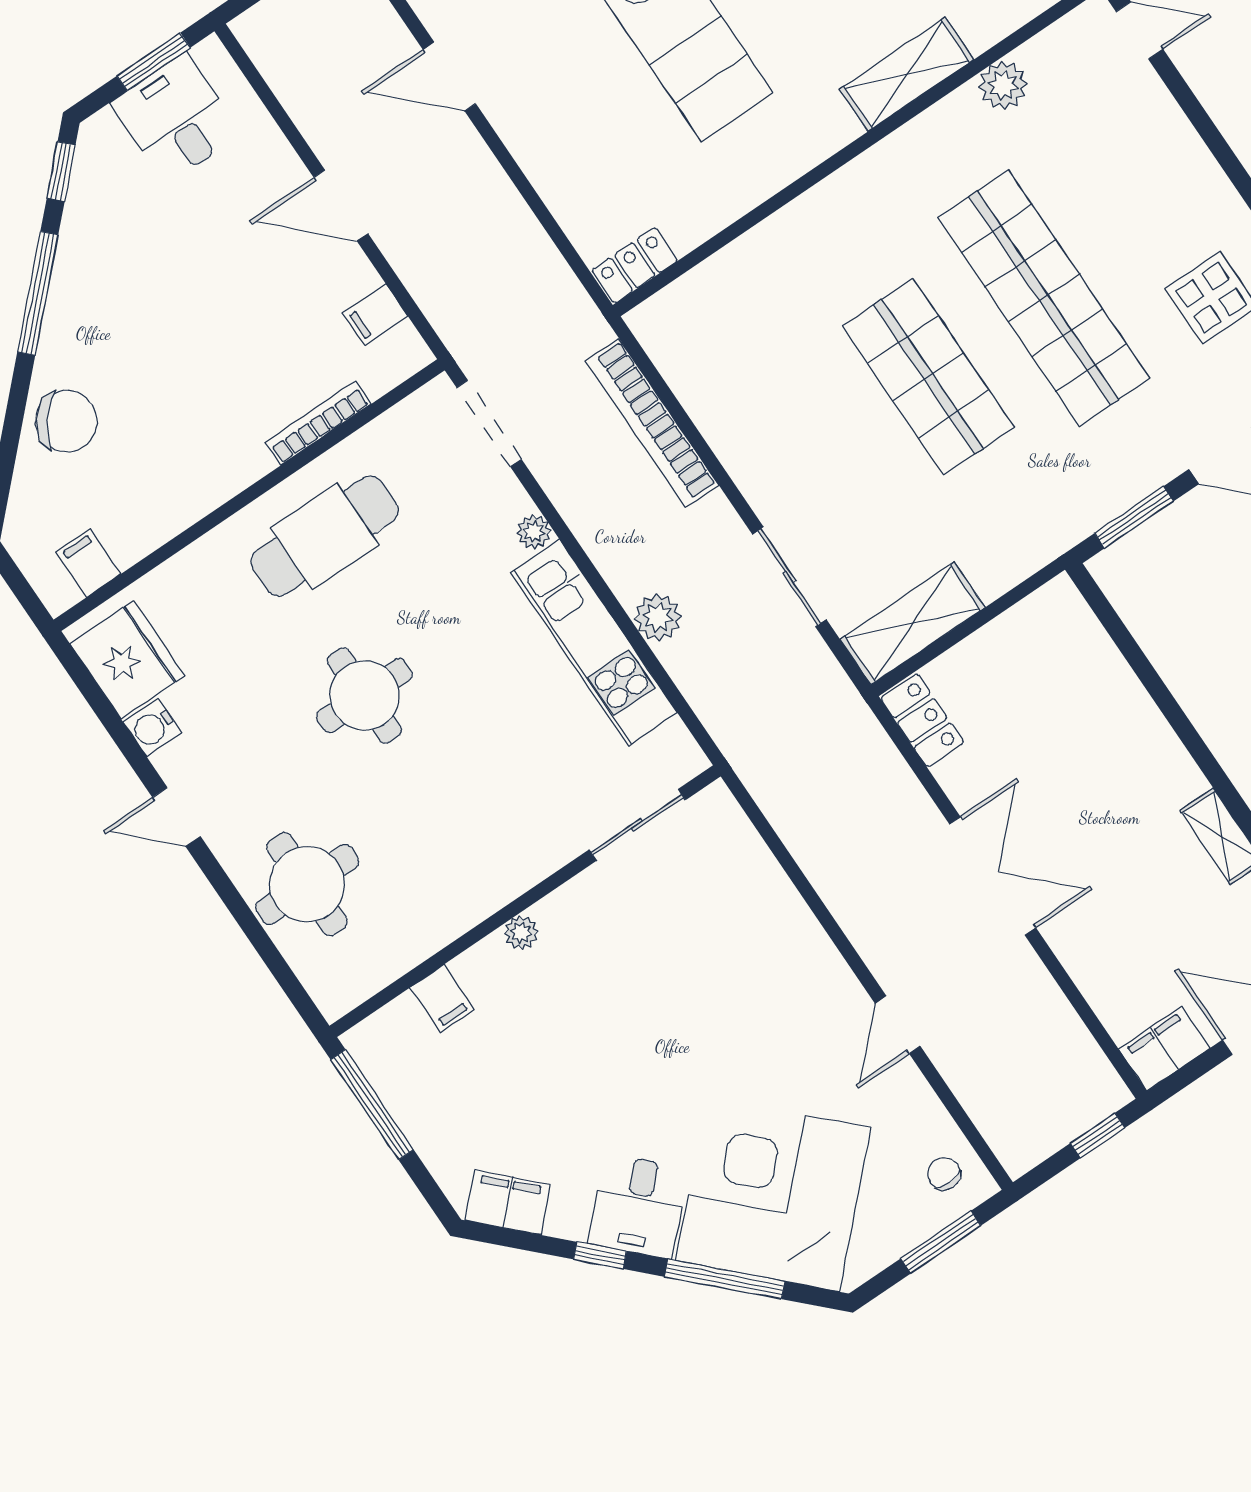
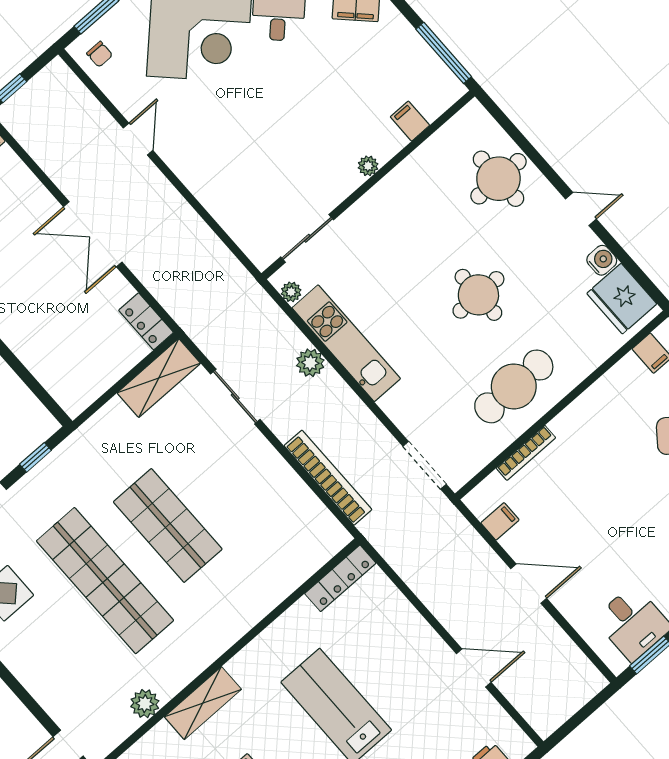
locker: (635, 265) -> (340, 578), width x1.53
window: (1134, 517) -> (35, 457), width x0.67
plant: (534, 532) -> (291, 292), moved

